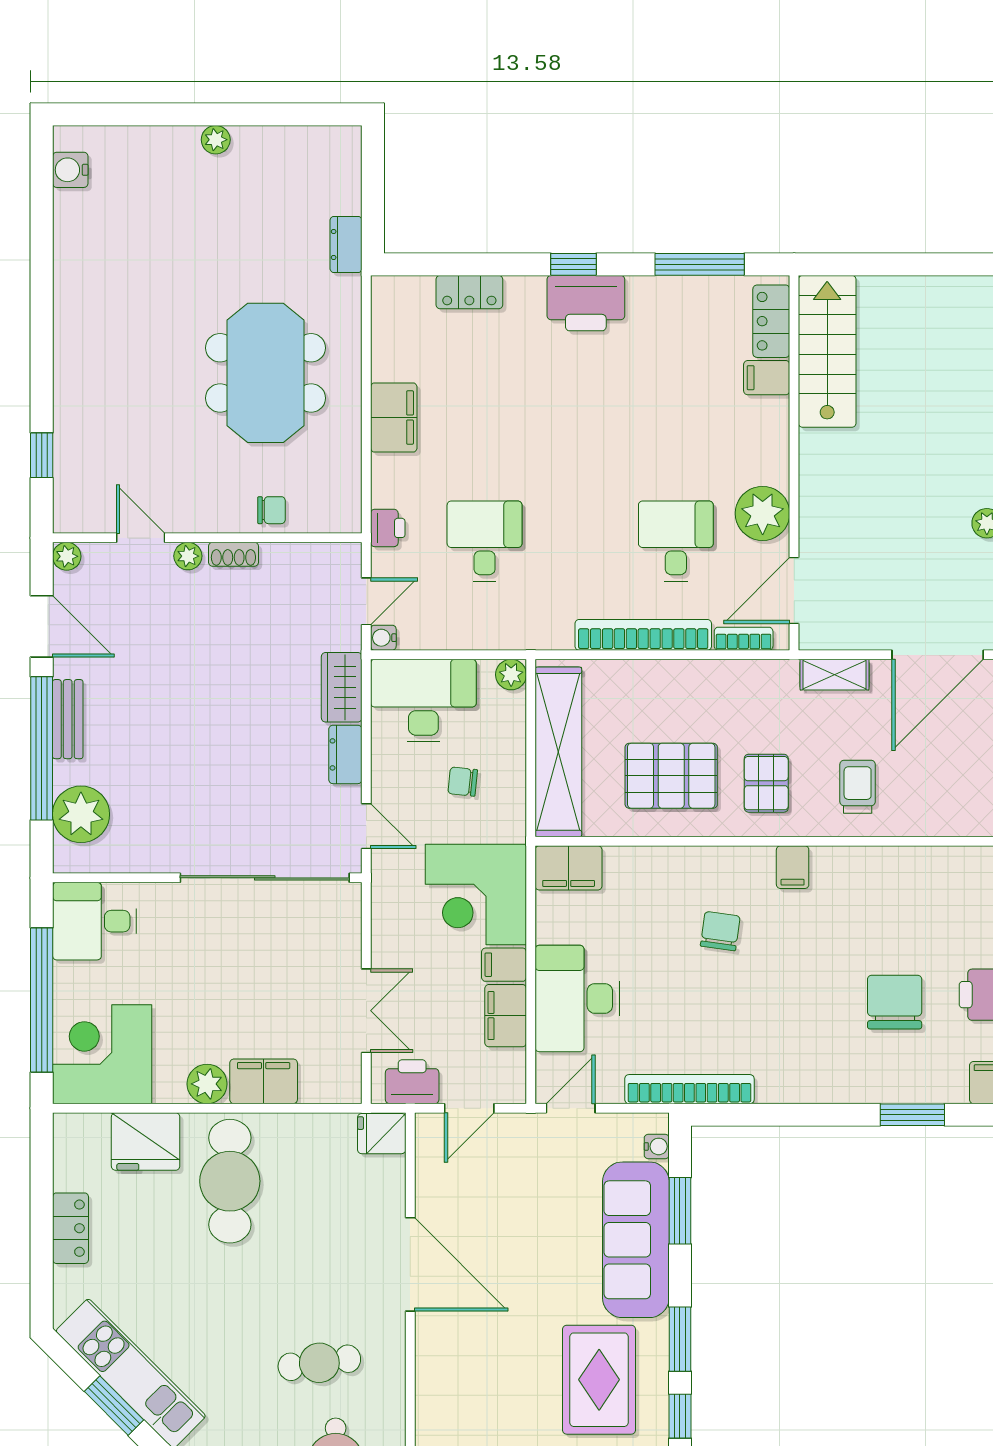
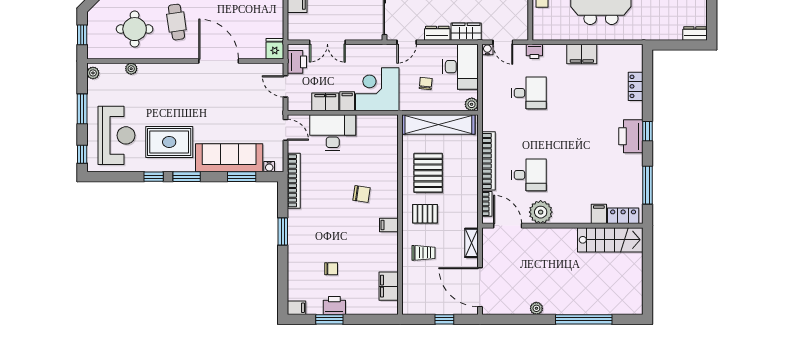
dresser: (346, 244) -> (695, 33), moved
filing cabinet: (569, 868) -> (389, 286), moved
chair: (895, 1002) -> (331, 269), width x0.54, depth x0.54
window: (912, 1115) -> (283, 231), moved
door: (410, 1264) -> (219, 61), swing flipped

